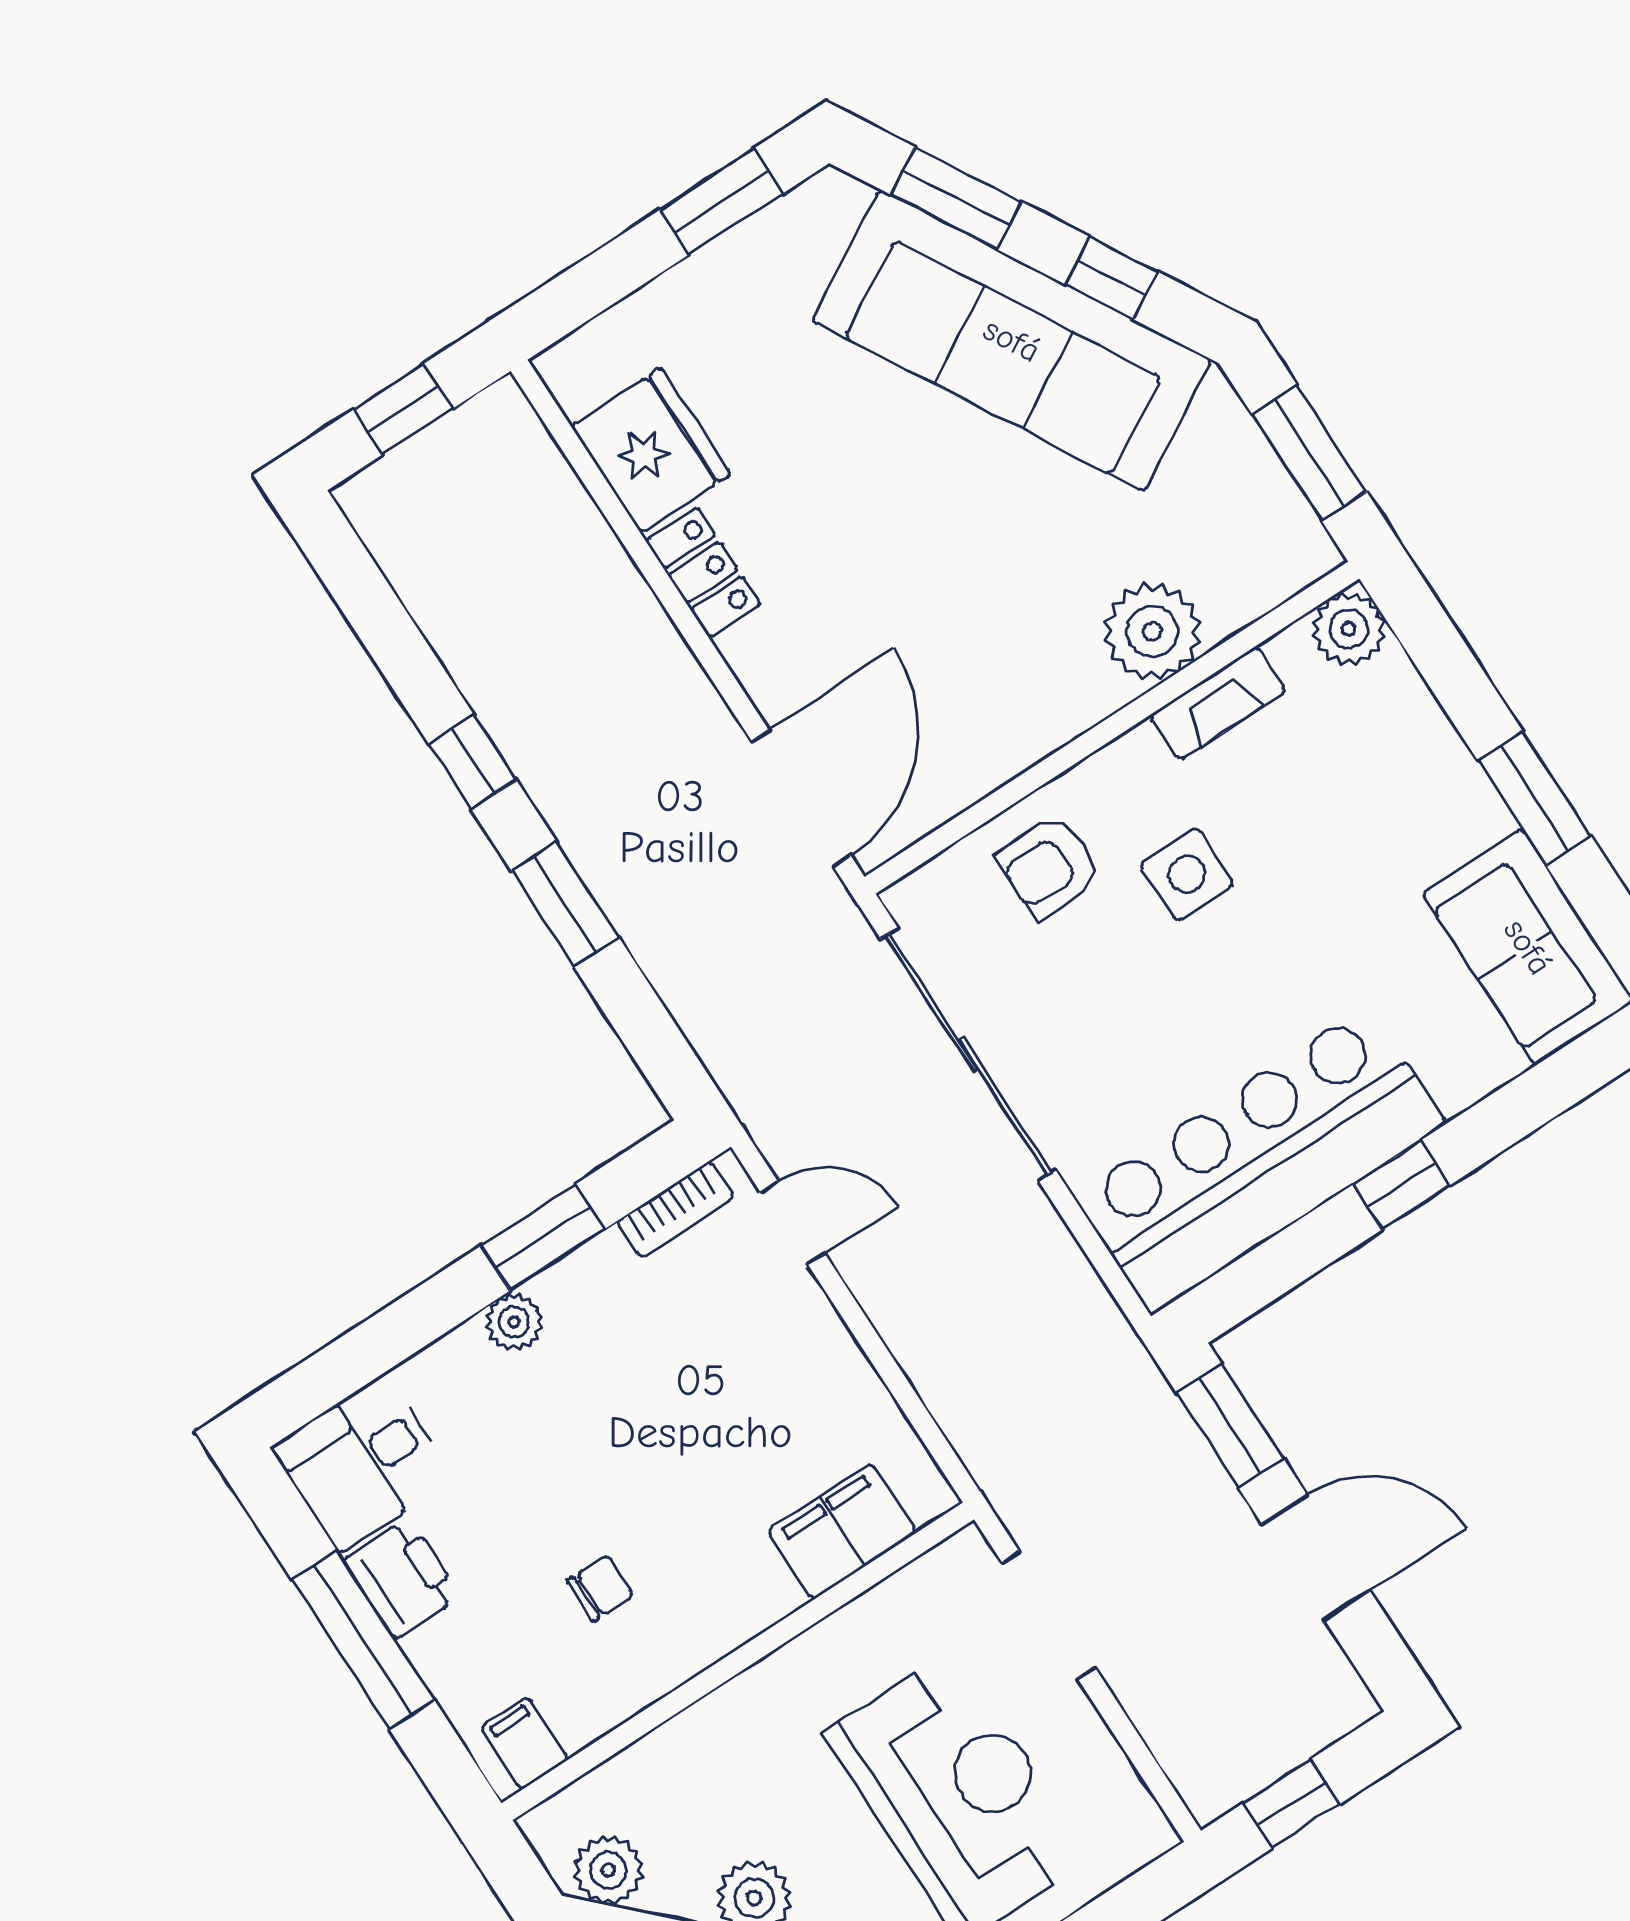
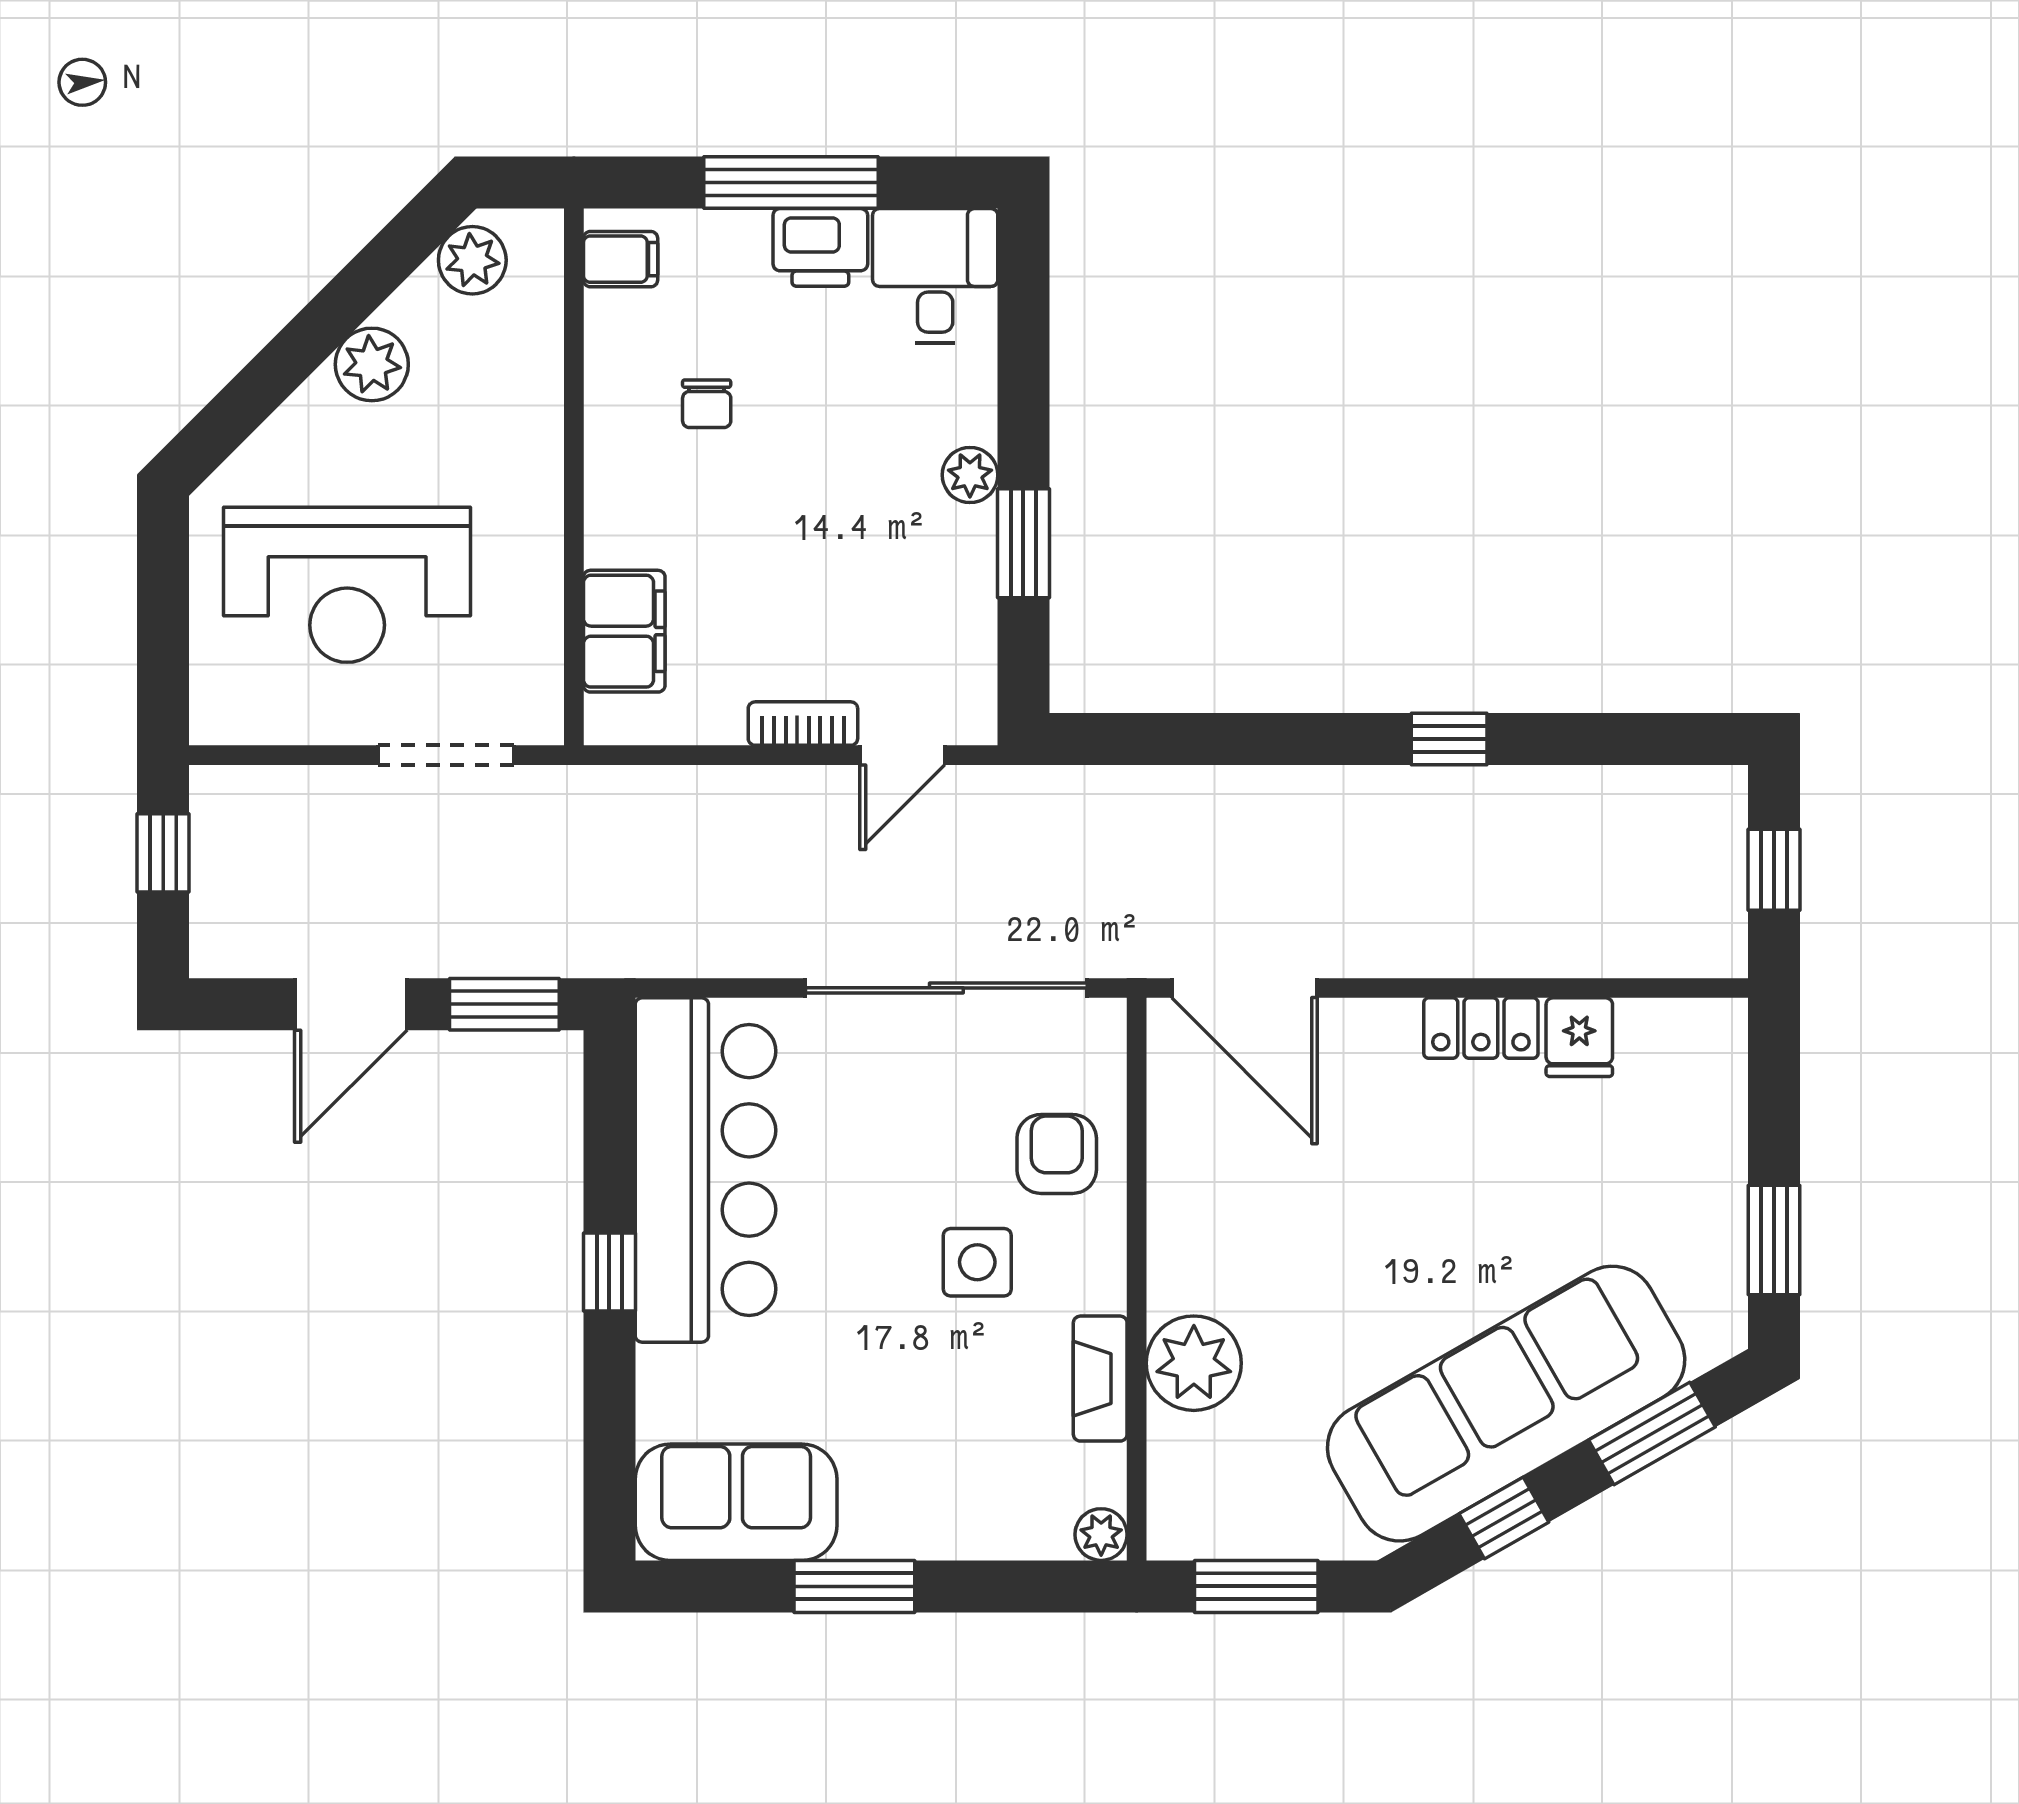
fridge: (651, 450) -> (1579, 1037), width x0.53, depth x0.75
plant: (1349, 629) -> (1101, 1535), width x0.73, depth x0.73
window: (565, 904) -> (1284, 739), removed
bookcase: (675, 1210) -> (803, 724), moved, turned 90

